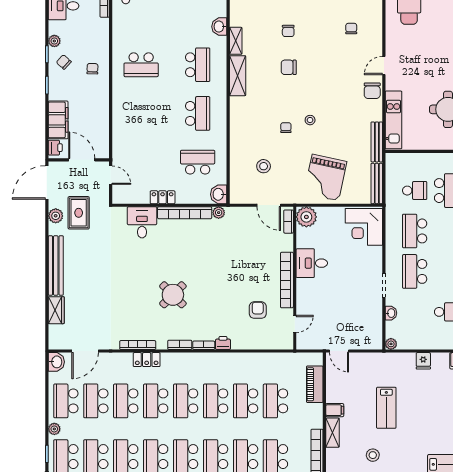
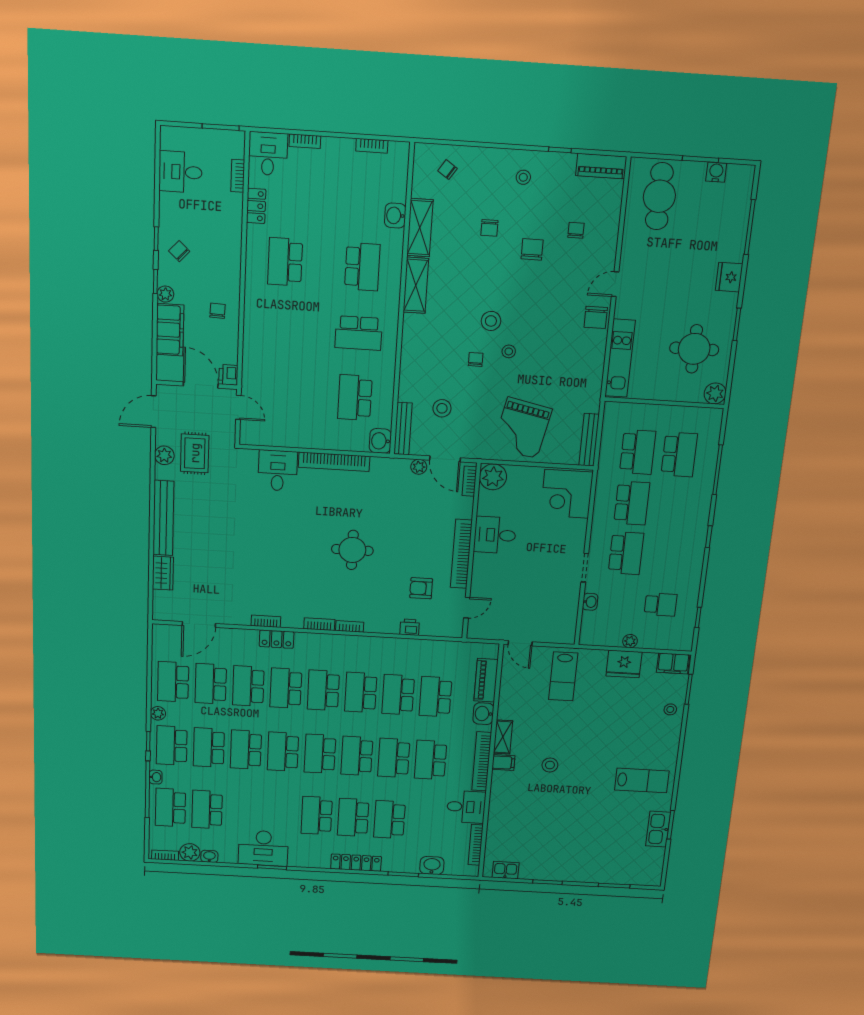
plant: (54, 41) -> (165, 294), moved
shelving: (236, 41) -> (420, 228), width x1.50, depth x1.33
school desk: (141, 65) -> (285, 262), turned 90
chair: (289, 67) -> (532, 249), moved, turned 90
chair: (92, 69) -> (218, 311), moved
stool: (295, 98) -> (491, 321), added
school desk: (198, 113) -> (359, 333), turned 90
bench: (377, 142) -> (403, 429), moved
printer: (55, 148) -> (228, 375), moved, turned 180
school desk: (198, 162) -> (355, 398), turned -90
door: (47, 182) -> (153, 412), width x0.73
school desk: (415, 191) -> (638, 452), width x1.85
locker: (163, 197) -> (256, 206), moved, turned 90
plant: (219, 213) -> (419, 467), moved
school desk: (415, 231) -> (632, 503), turned 180
school desk: (415, 271) -> (626, 553), turned 180
round table: (173, 295) -> (352, 550), moved, turned 45
armchair: (258, 310) -> (421, 588), turned -90
printer: (223, 343) -> (410, 627), moved
plant: (391, 344) -> (630, 641), moved
bookcase: (138, 345) -> (266, 621), width x0.64
fridge: (423, 361) -> (624, 664), width x1.88, depth x1.34
washbasin: (56, 362) -> (483, 714), moved, turned 180
lab bench: (386, 408) -> (563, 676), moved
filing cabinet: (335, 410) -> (503, 763), moved

